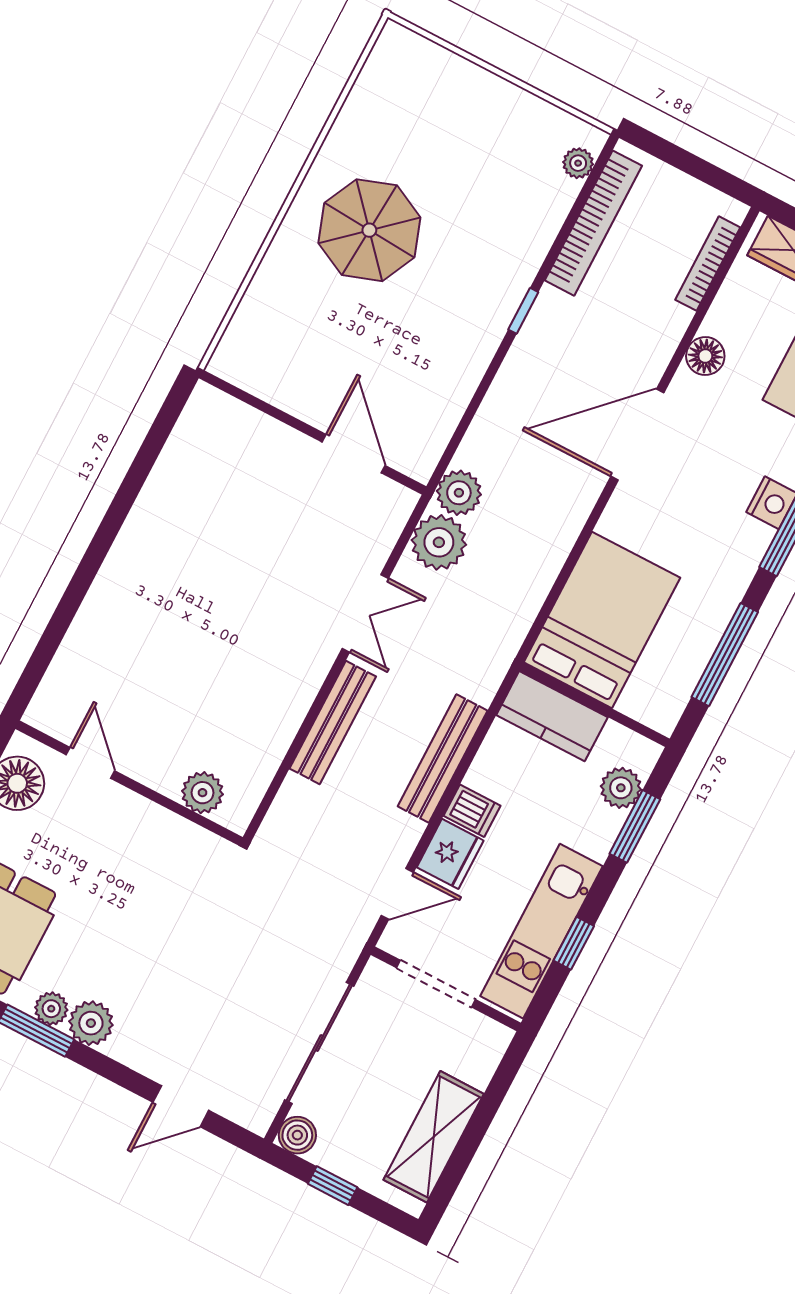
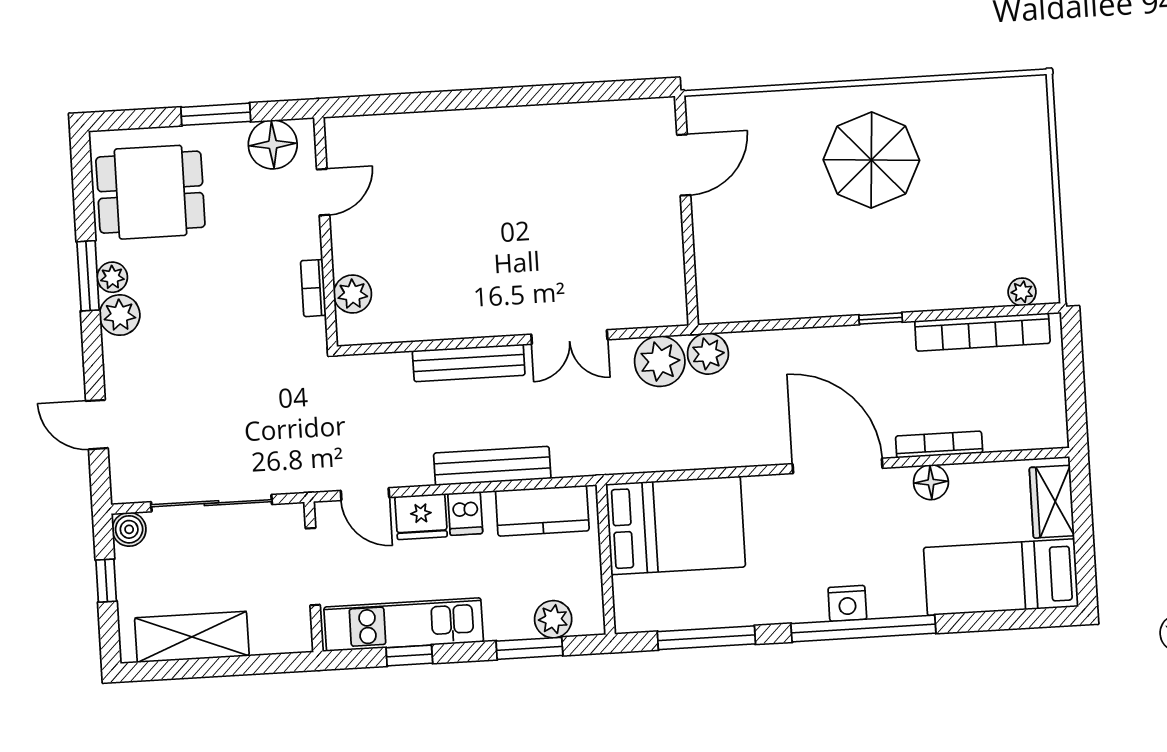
bookcase: (708, 264) -> (939, 445), moved
door: (354, 454) -> (684, 165), moved
kitchen counter: (552, 716) -> (542, 511), moved, turned -90
bookcase: (175, 826) -> (313, 288), added

